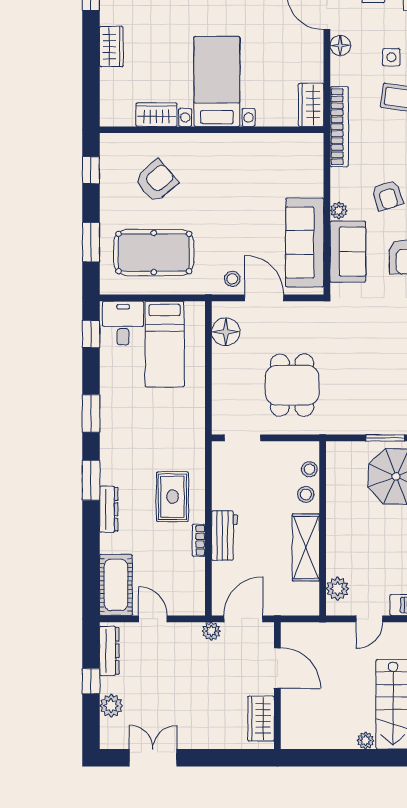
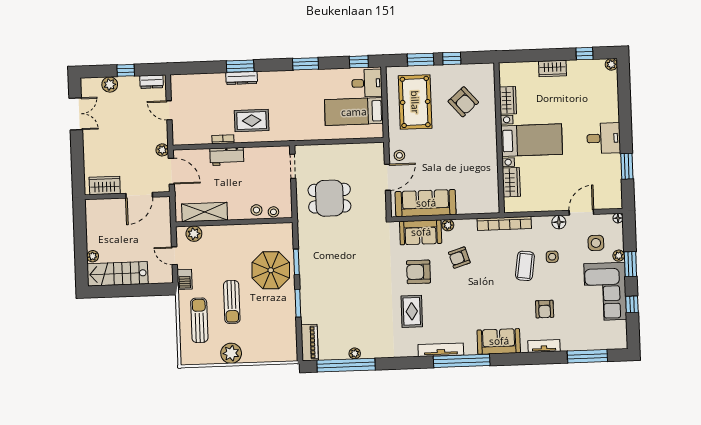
wardrobe: (311, 105) -> (511, 182), moved, turned 90
window: (91, 170) -> (452, 58), moved
floor lamp: (226, 332) -> (364, 152), removed
window: (91, 480) -> (240, 66), moved
shelving: (306, 547) -> (205, 212), moved
cot: (116, 585) -> (191, 85), removed
door: (153, 619) -> (169, 110), swing flipped
dresser: (109, 651) -> (152, 82), width x0.70

